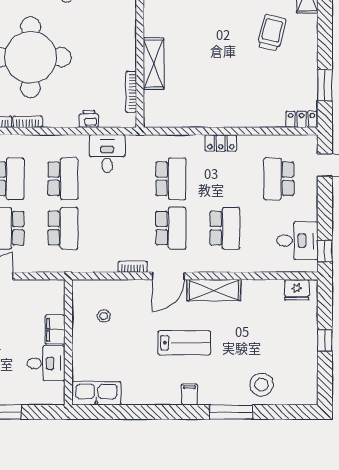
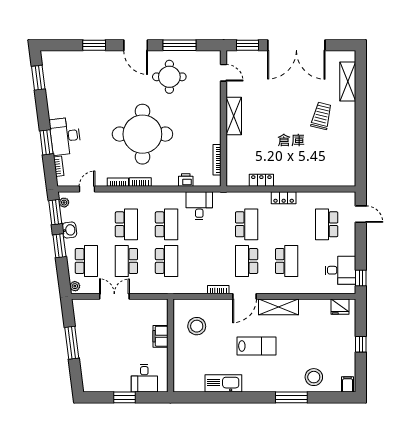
shelving: (154, 64) -> (234, 116), moved
window: (325, 85) -> (361, 155), removed
locker: (301, 119) -> (261, 180), moved
school desk: (171, 228) -> (247, 261), turned 180
stool: (104, 316) -> (197, 326), width x1.89, depth x1.89
desk: (46, 363) -> (144, 378), moved, turned 90
kitchen sink: (96, 393) -> (223, 383), moved
filing cabinet: (189, 394) -> (348, 384), moved

